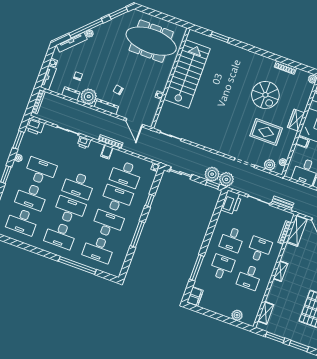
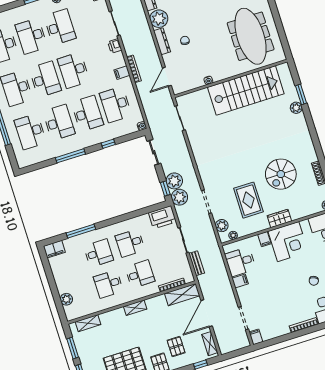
plant: (227, 48) -> (296, 108), added

